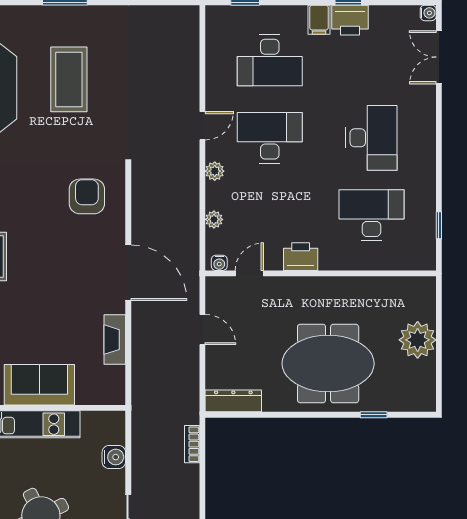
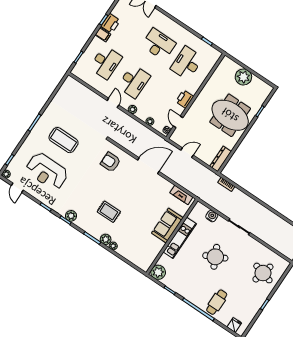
desk: (270, 138) -> (134, 81), turned 180
fireplace: (115, 340) -> (181, 195), moved
meeting table: (328, 364) -> (230, 115), turned 90

